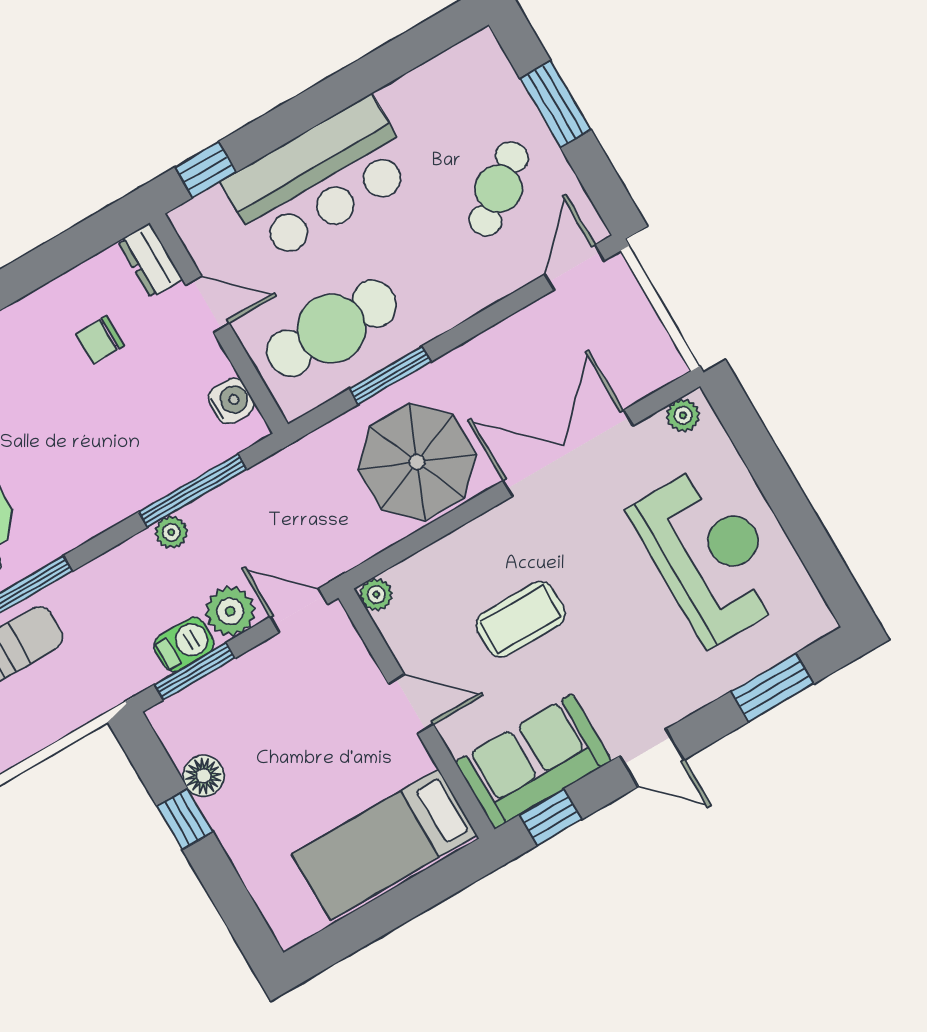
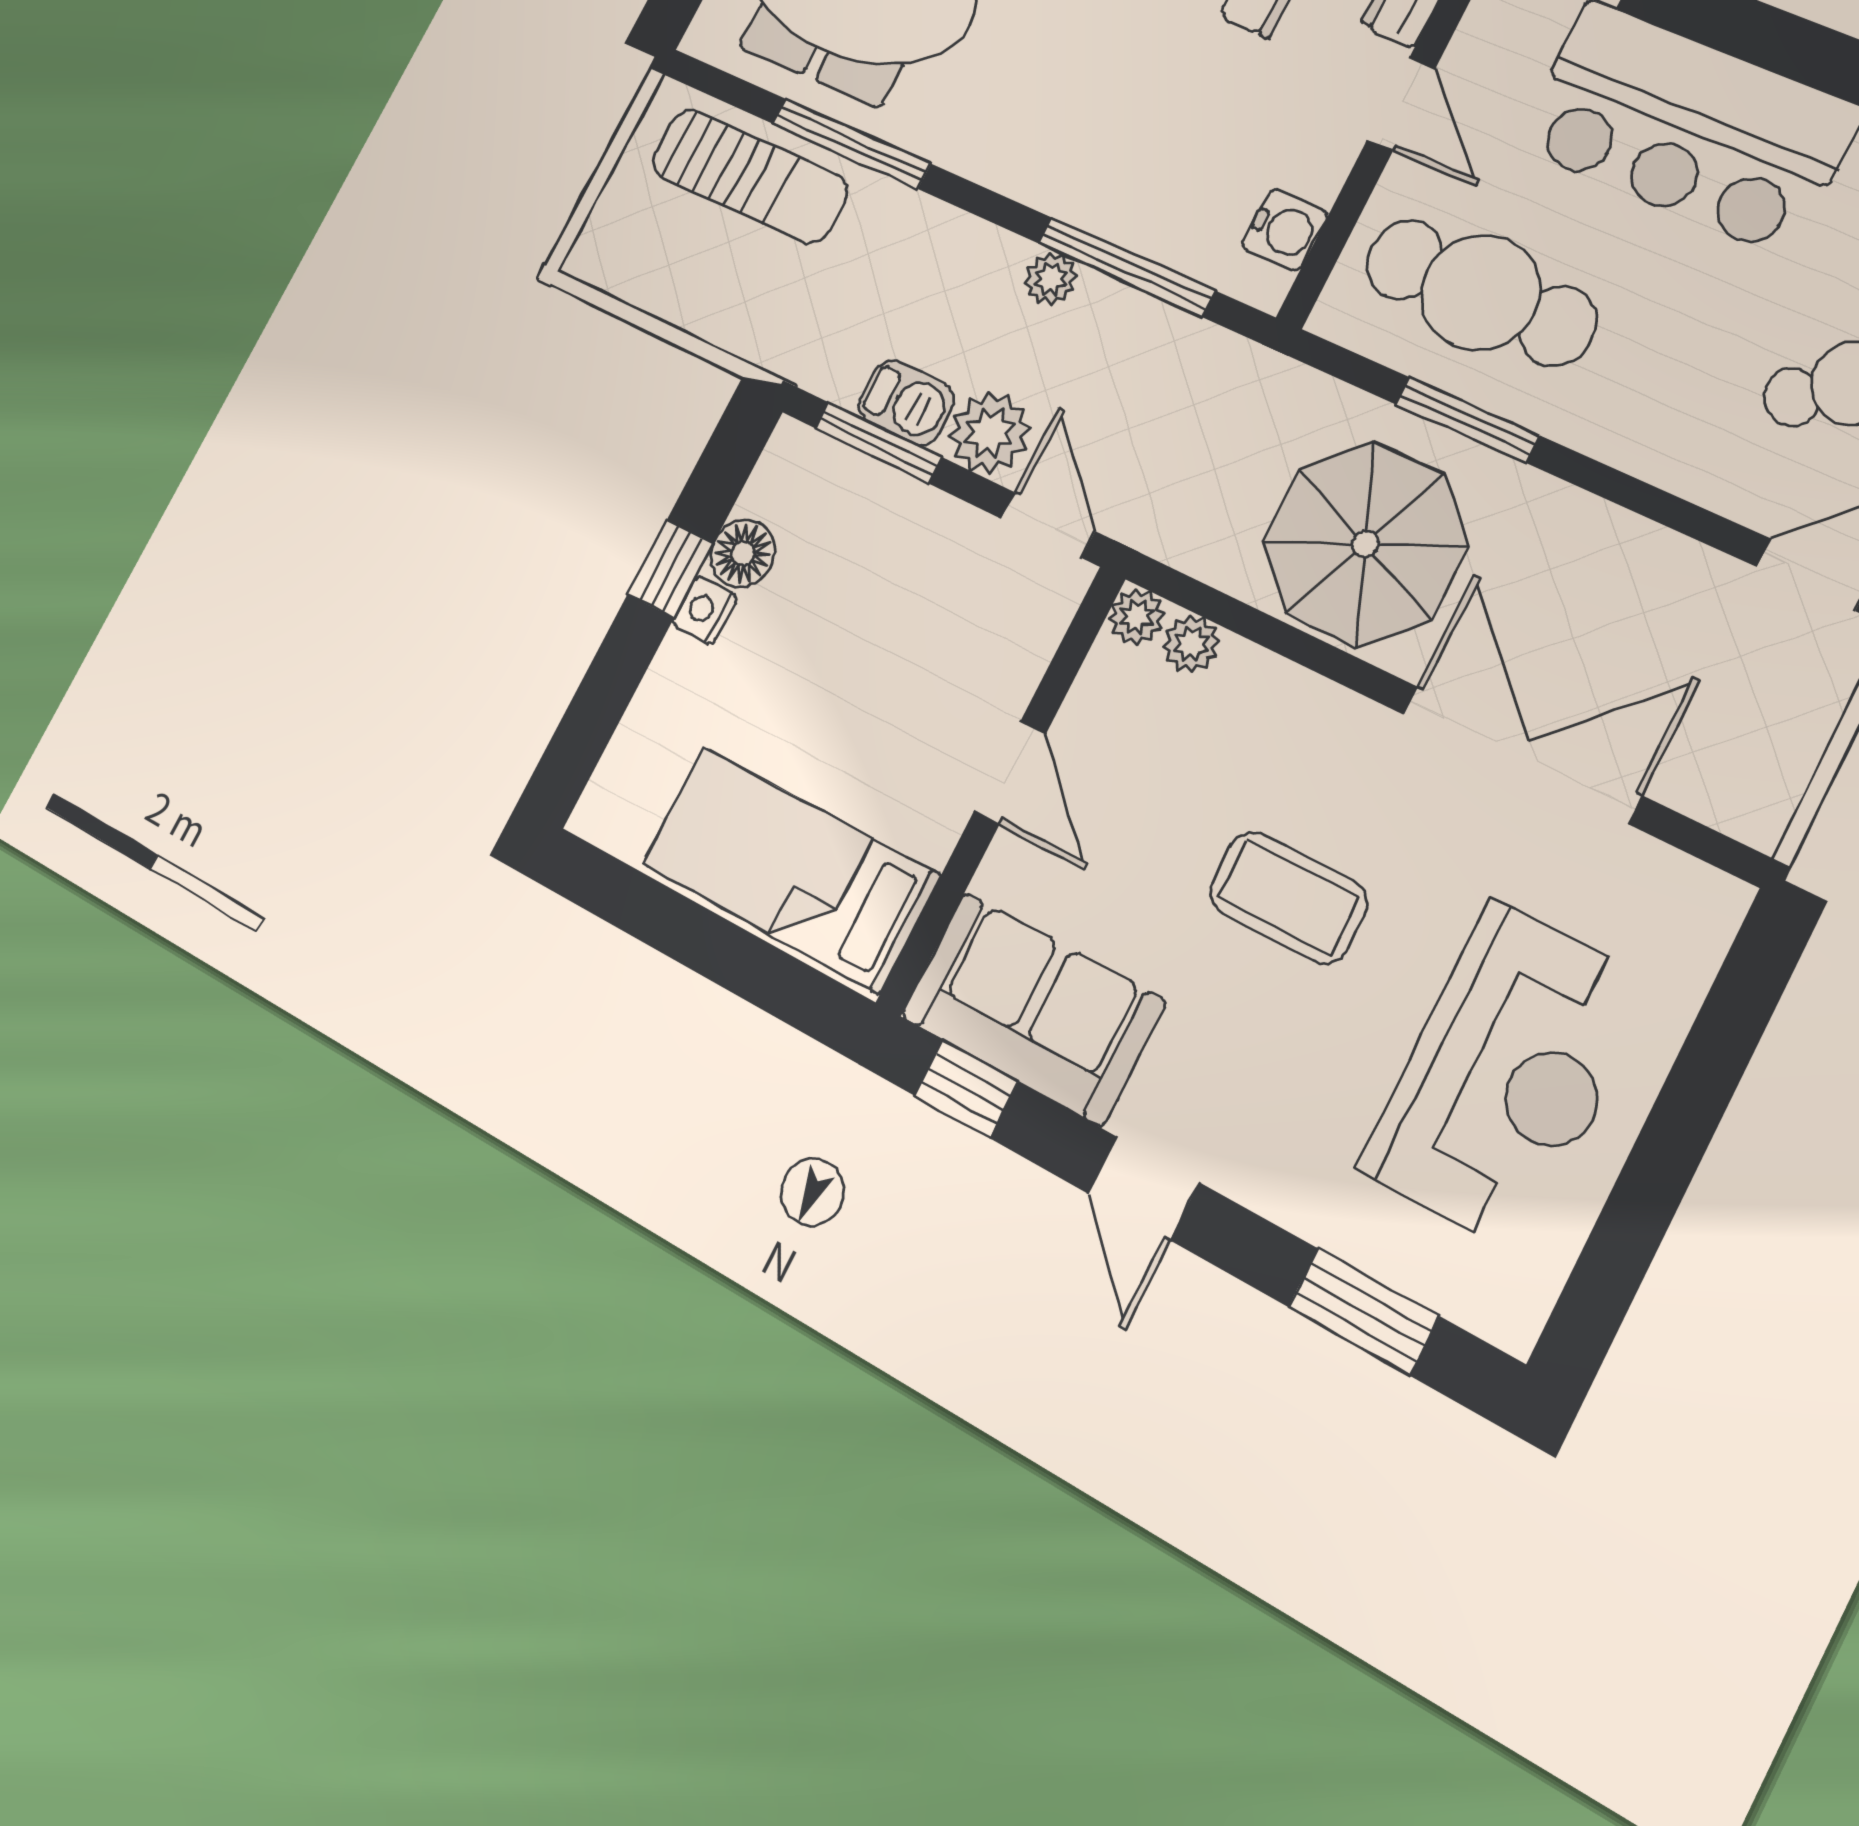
plant: (683, 415) -> (1191, 644), moved
coffee table: (521, 619) -> (1288, 897), moved
nightstand: (220, 813) -> (705, 610), added

